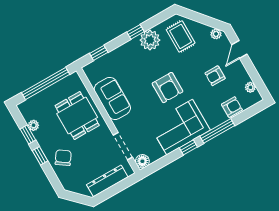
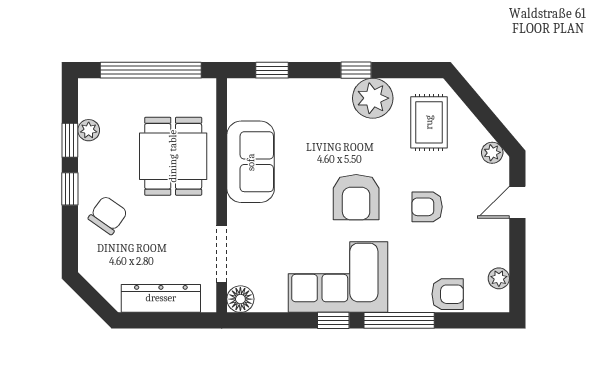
armchair: (215, 76) -> (427, 207), moved

